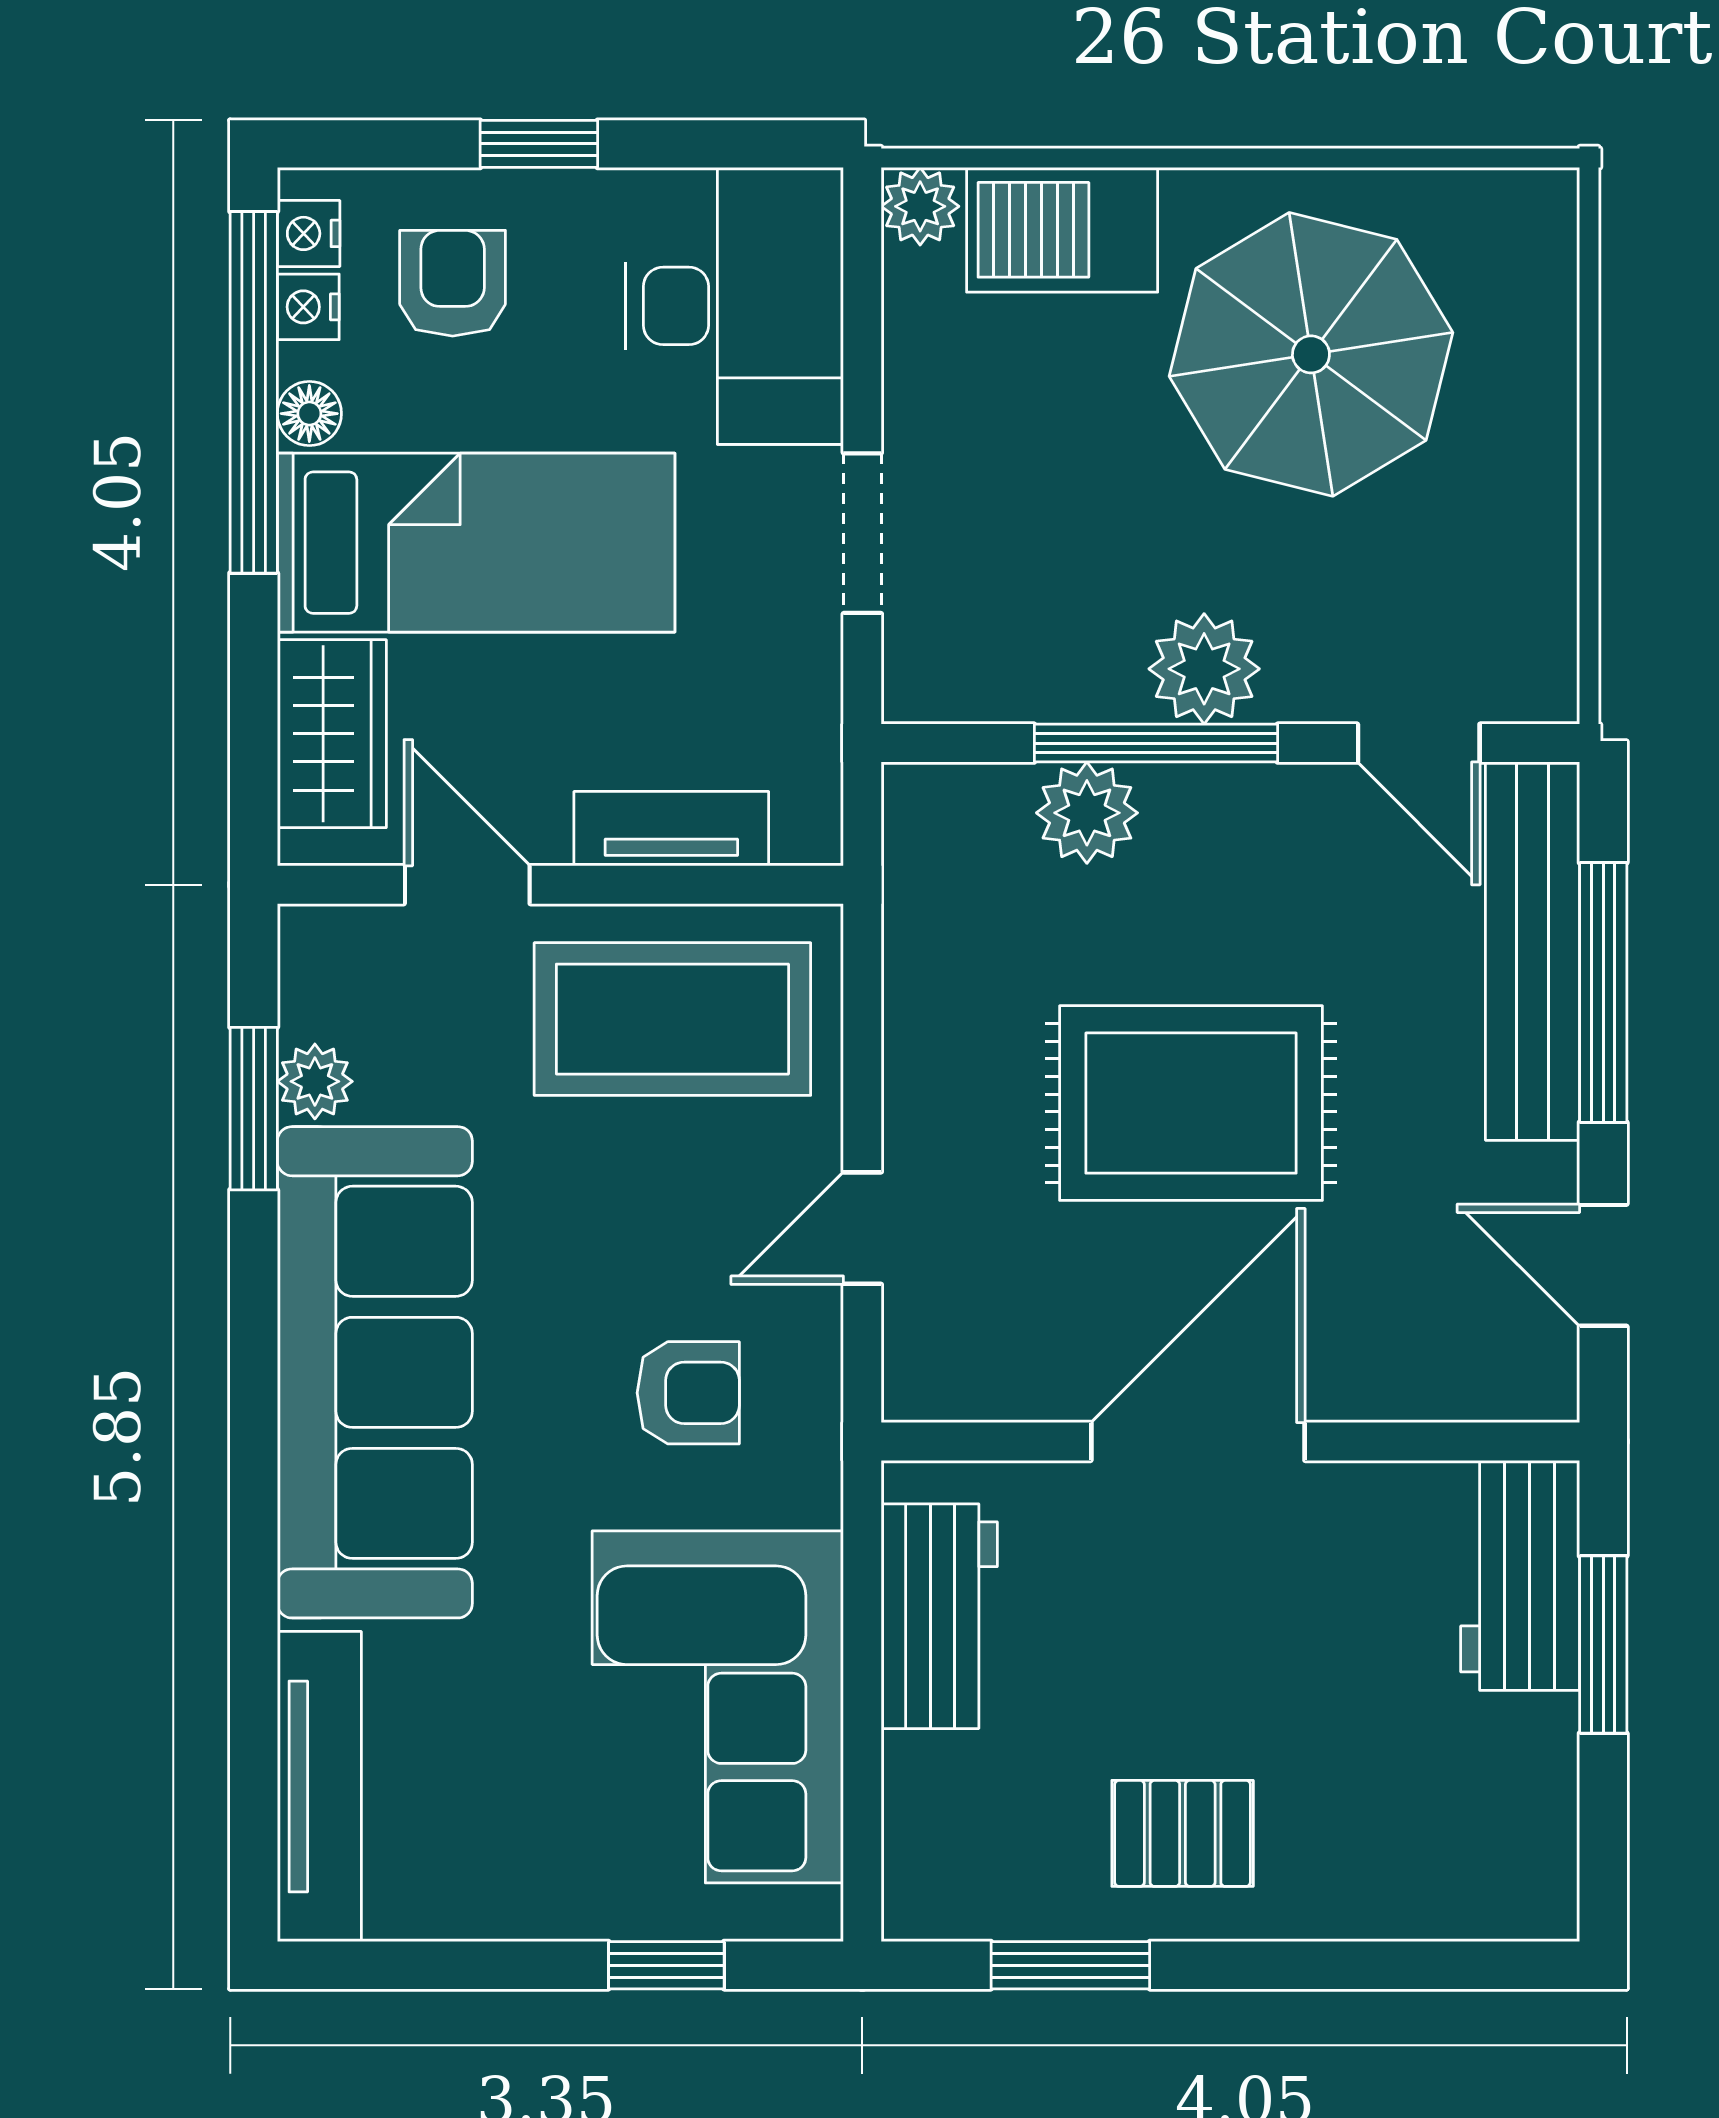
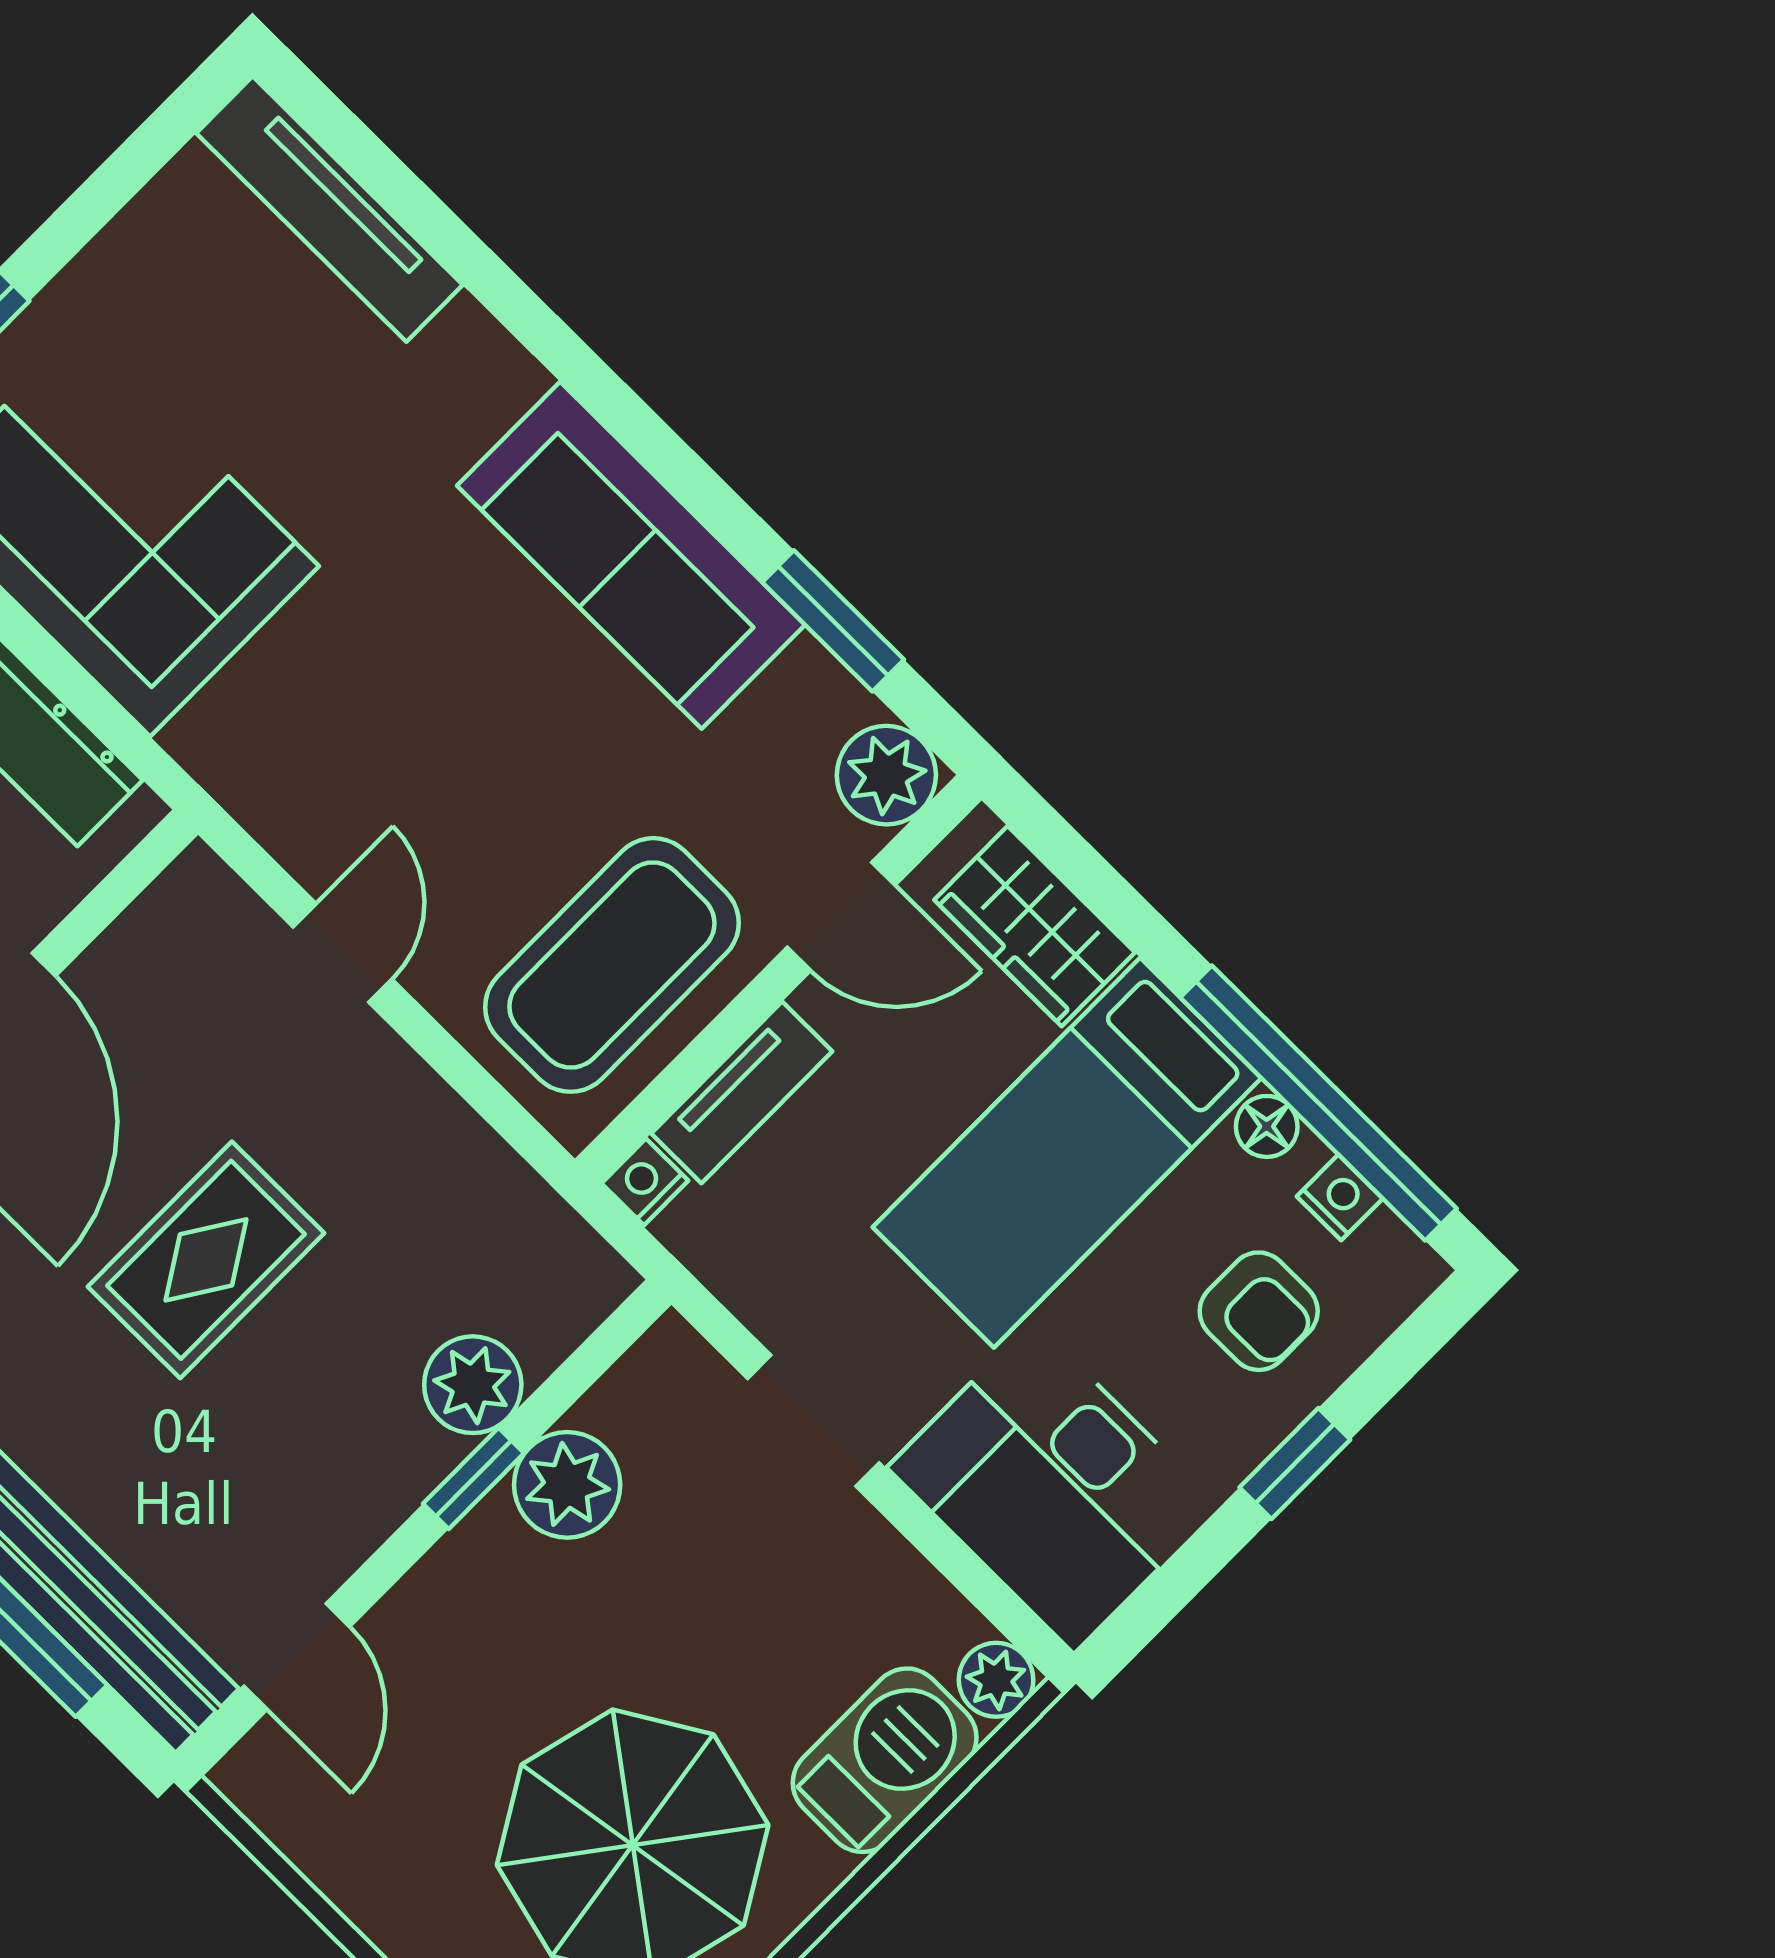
nightstand: (309, 233) -> (645, 1182), moved, turned -90
plant: (1204, 669) -> (567, 1485), moved
window: (1156, 743) -> (474, 1478), width x0.46
door: (1419, 743) -> (297, 1656), swing flipped
plant: (315, 1081) -> (886, 775), moved, width x1.38, depth x1.38
rug: (1191, 1103) -> (206, 1260), width x0.73, depth x0.70
sofa: (375, 1372) -> (631, 555), width x0.74, depth x0.79
armchair: (688, 1393) -> (348, 724), removed

